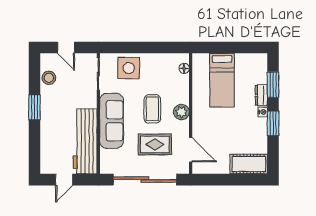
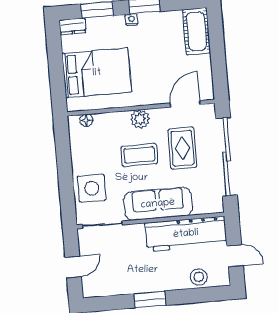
stool: (49, 78) -> (199, 277), moved
bed: (222, 80) -> (97, 73), width x1.50
dresser: (261, 95) -> (73, 26), moved

